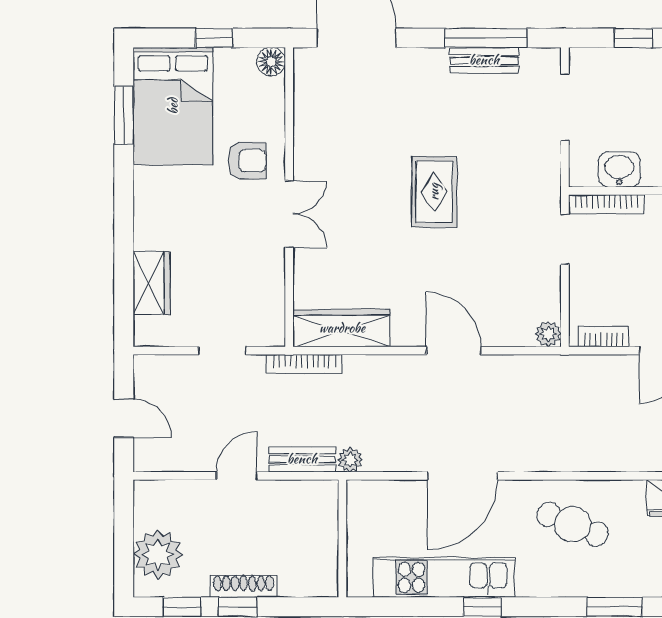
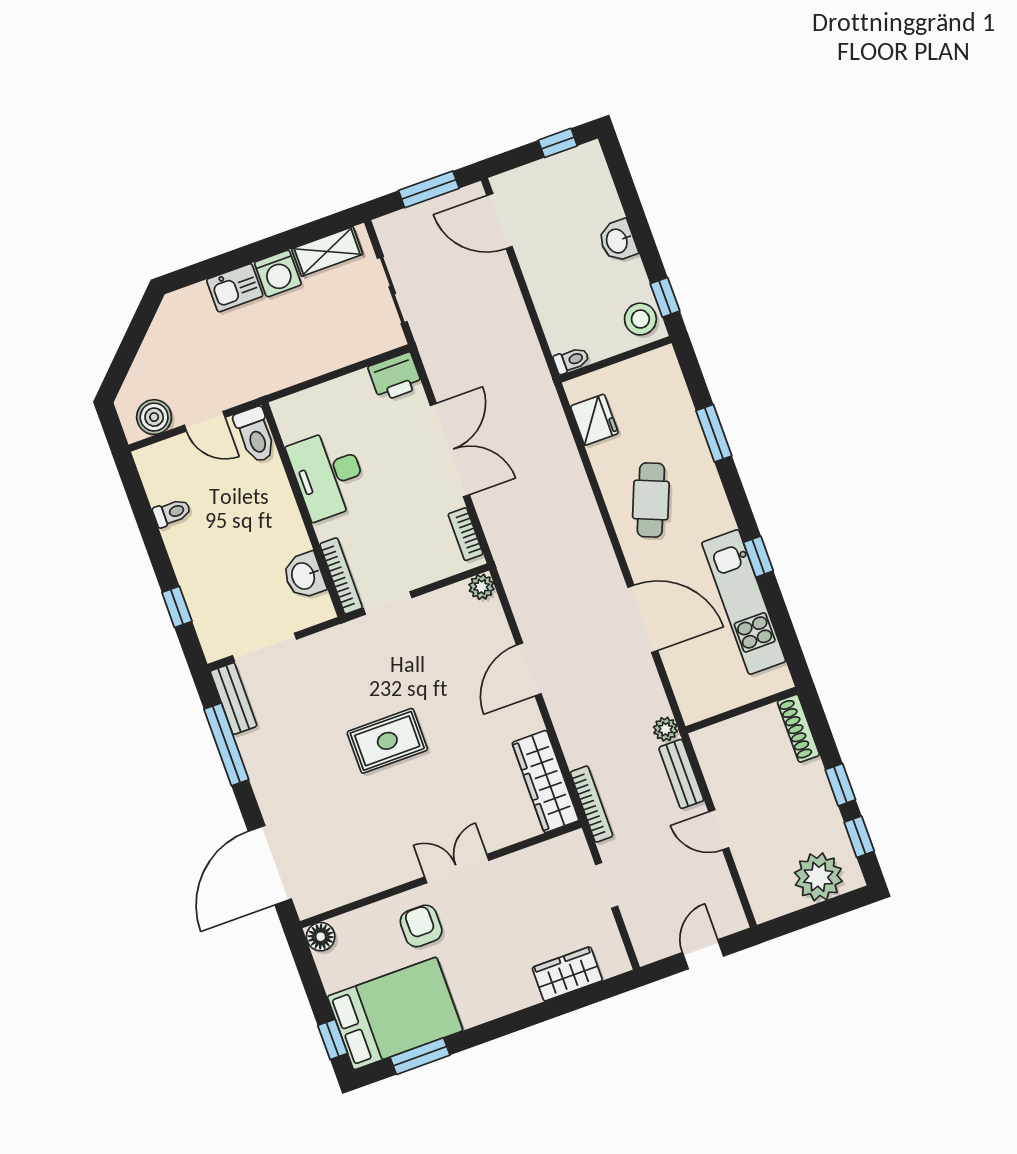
window: (214, 38) -> (333, 1039), moved
bench: (484, 60) -> (234, 699), moved
shoe rack: (244, 586) -> (798, 728), moved

